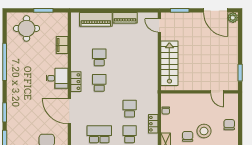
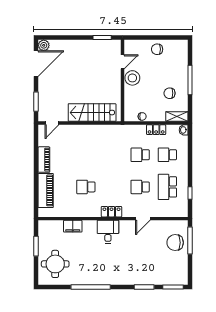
school desk: (99, 83) -> (140, 187), moved
door: (69, 111) -> (143, 219), width x0.53
stool: (204, 131) -> (132, 78), moved

